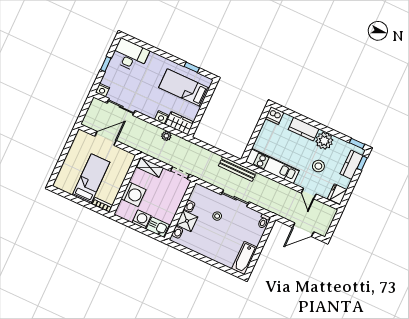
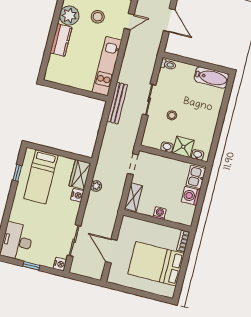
dishwasher: (275, 115) -> (52, 74), removed
bed: (91, 179) -> (156, 264), width x1.50
washing machine: (134, 194) -> (160, 213), width x0.53, depth x0.53

